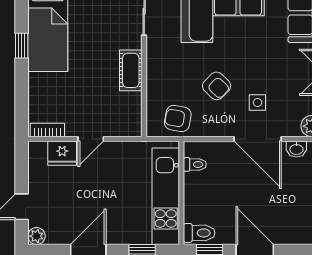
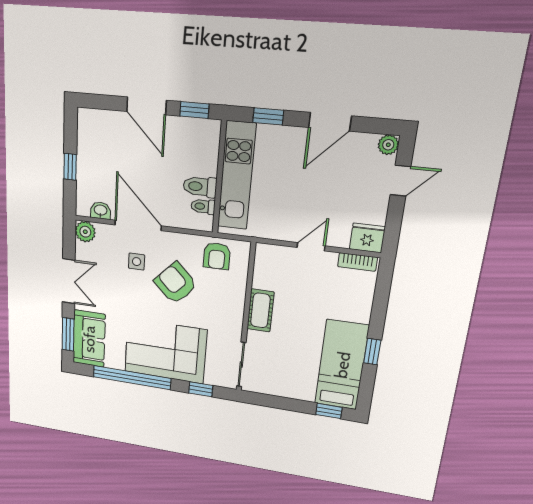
armchair: (217, 86) -> (175, 283), width x1.38, depth x1.38
armchair: (178, 119) -> (217, 256), turned 80
fridge: (62, 153) -> (367, 238), moved
toilet: (199, 233) -> (200, 187), moved

